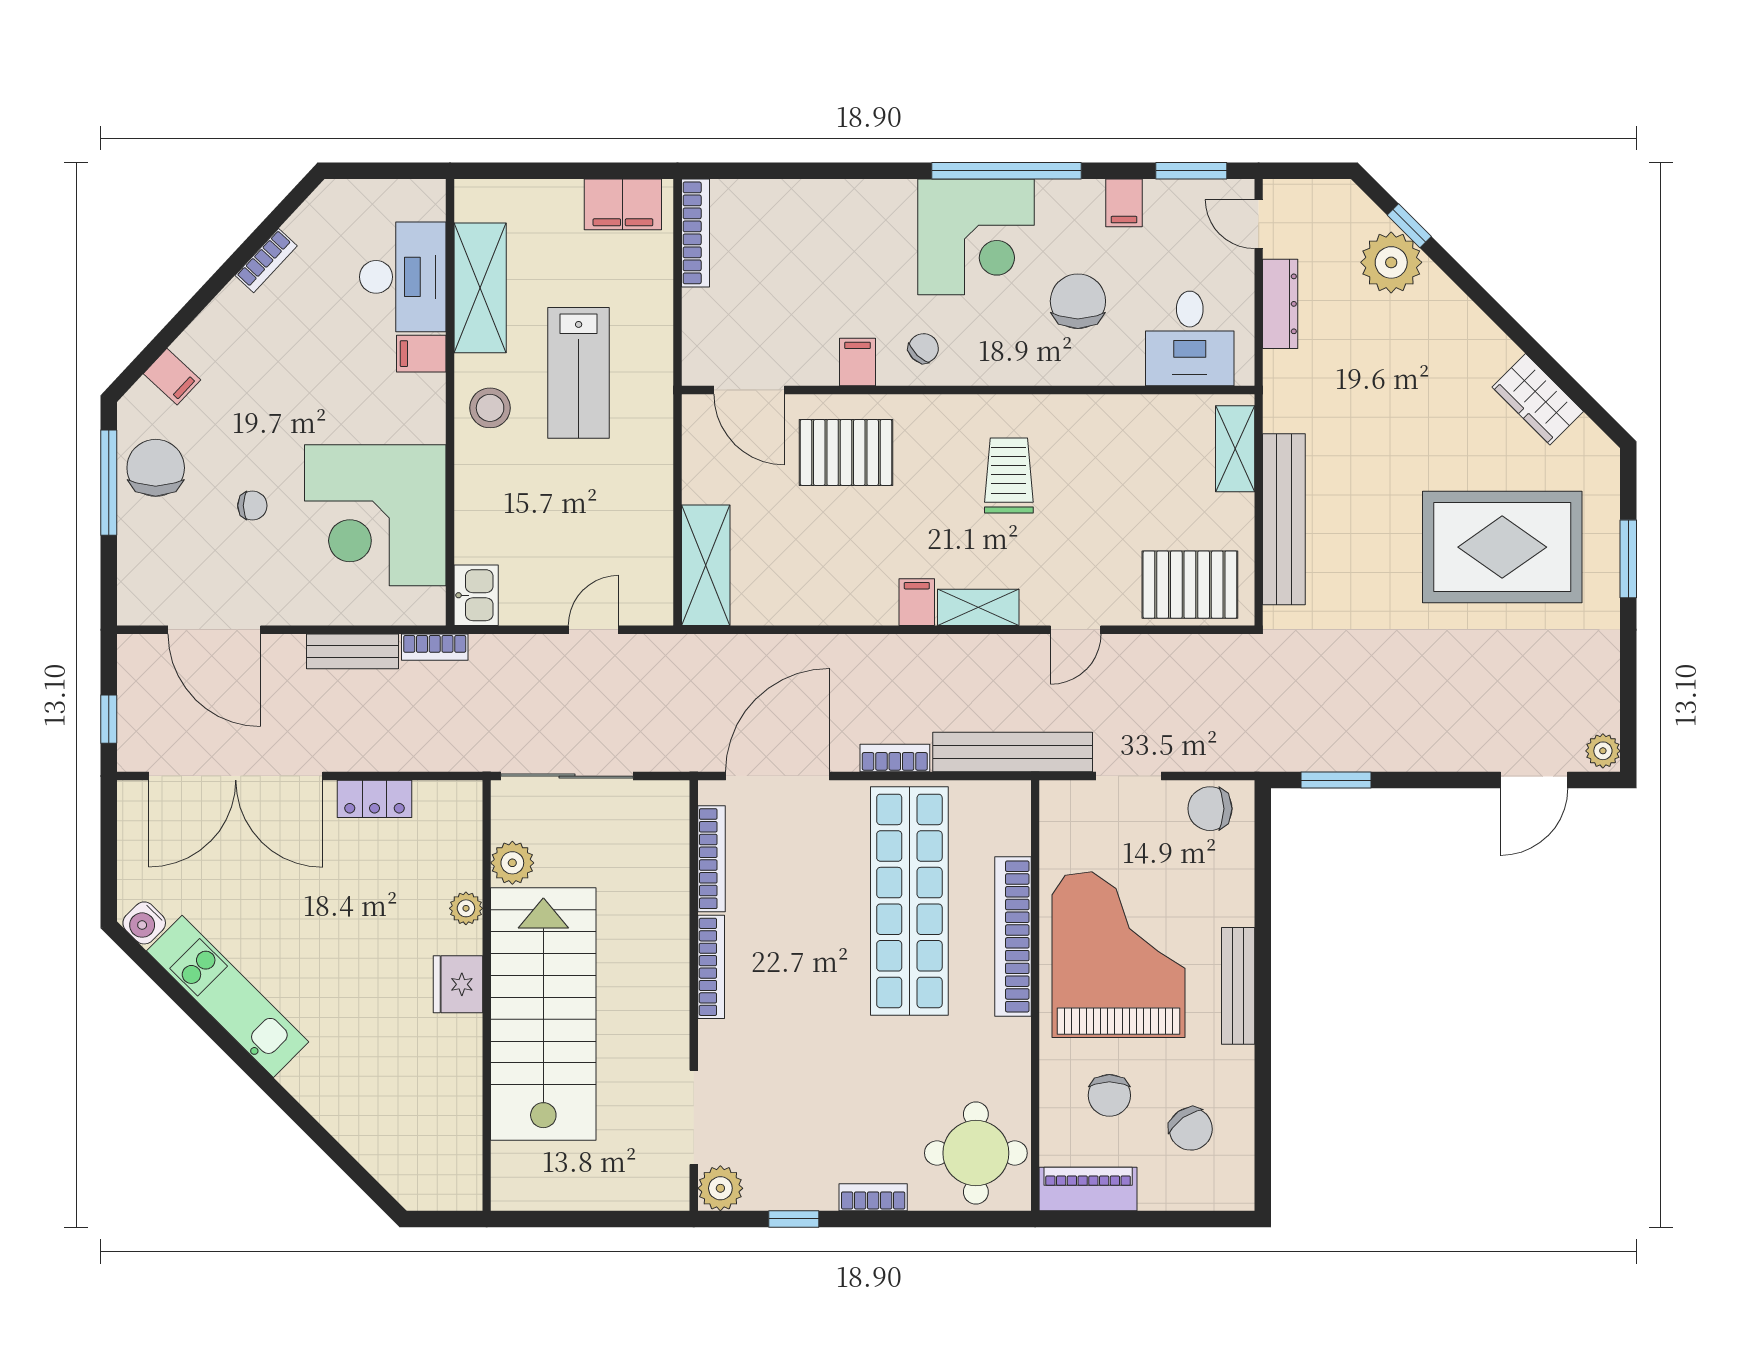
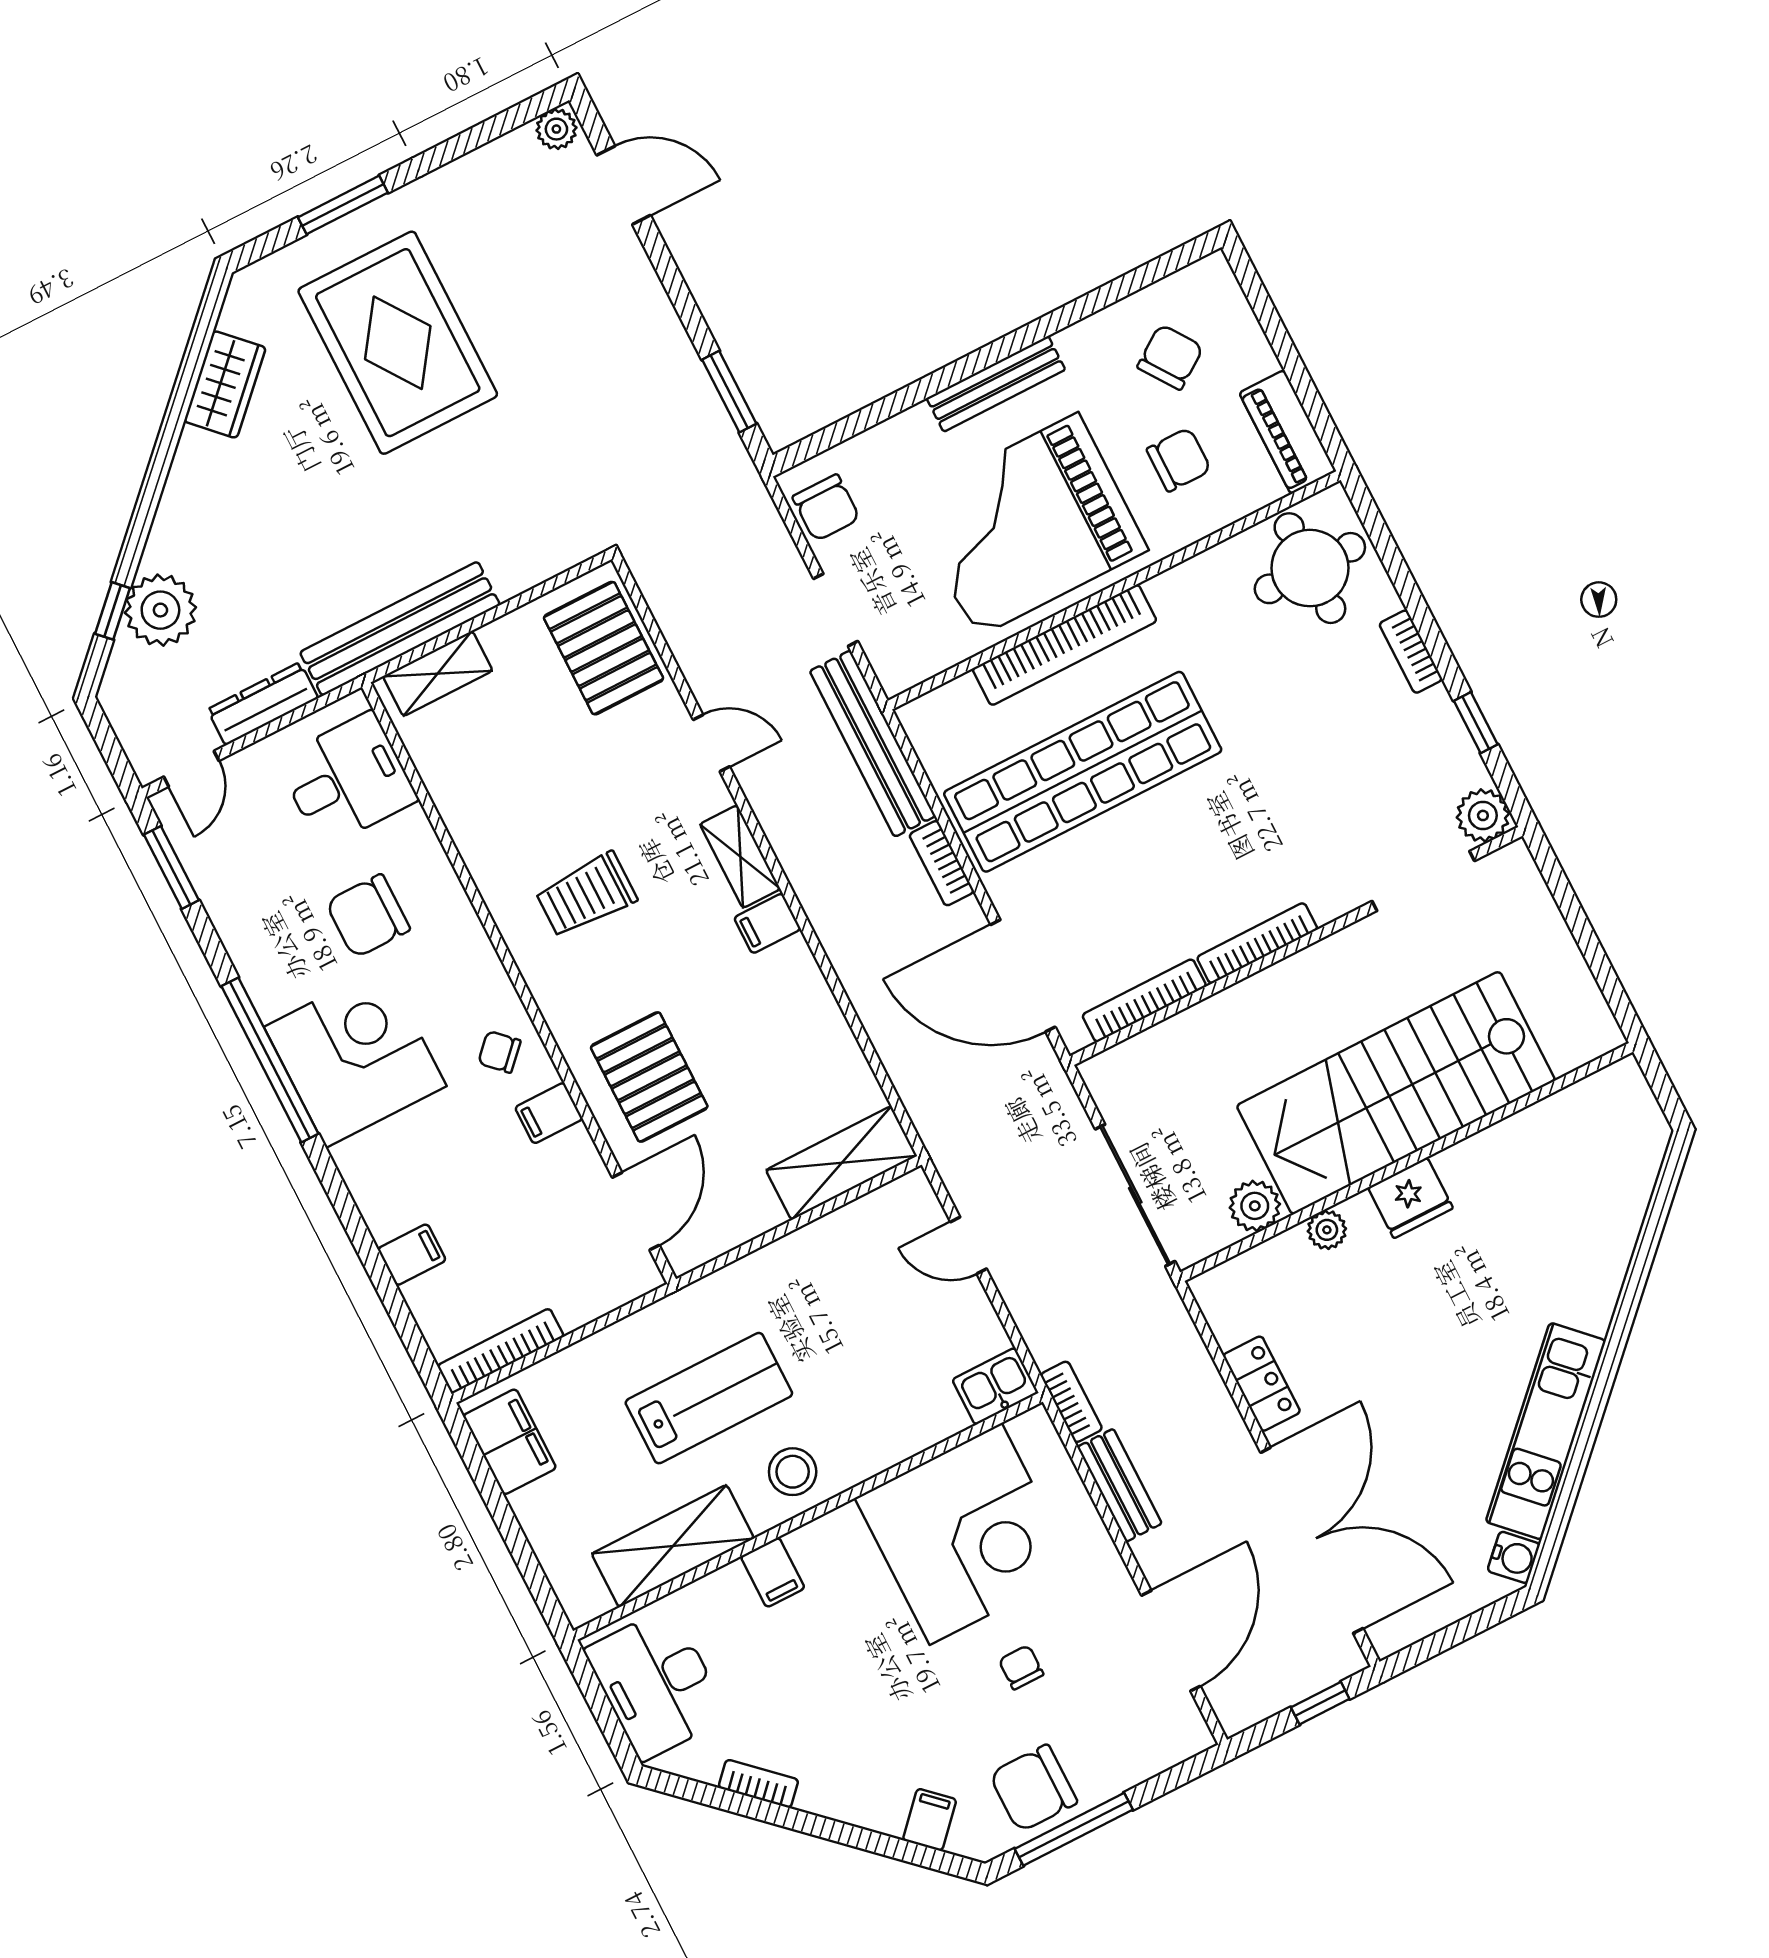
filing cabinet: (1124, 203) -> (412, 1255), moved
desk: (403, 277) -> (656, 1684), moved, turned -90
bench: (1284, 519) -> (400, 629), moved

